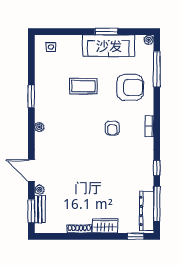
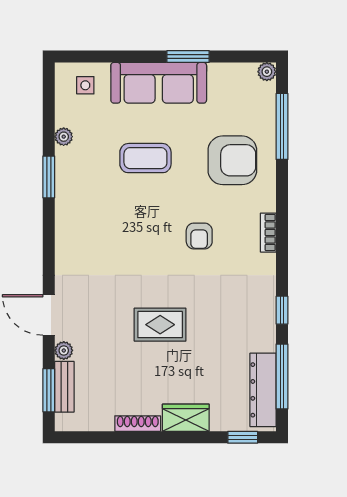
sofa: (109, 46) -> (159, 83), moved
plant: (39, 127) -> (64, 137), moved
rug: (91, 176) -> (160, 325), added

